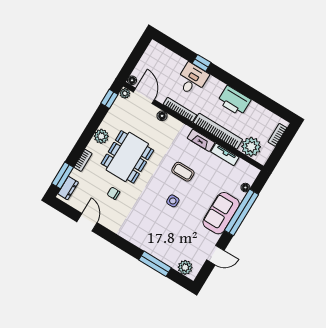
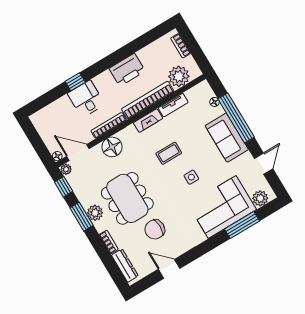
floor lamp: (162, 116) -> (112, 147), width x1.89, depth x1.89
window: (63, 175) -> (82, 217), moved
dresser: (68, 188) -> (125, 266), width x1.44
chair: (113, 193) -> (155, 229), width x1.87, depth x1.87
corner sofa: (161, 240) -> (222, 207), added

